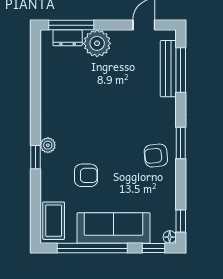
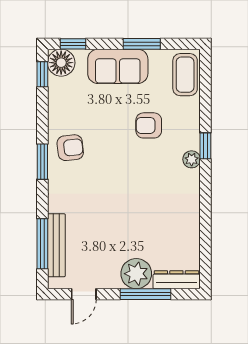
window: (71, 25) -> (146, 294), moved
dresser: (68, 38) -> (176, 280), width x1.44
sofa: (114, 228) -> (118, 66), width x0.73
floor lamp: (170, 237) -> (61, 63), width x1.89, depth x1.89
window: (92, 248) -> (142, 44), width x0.47

